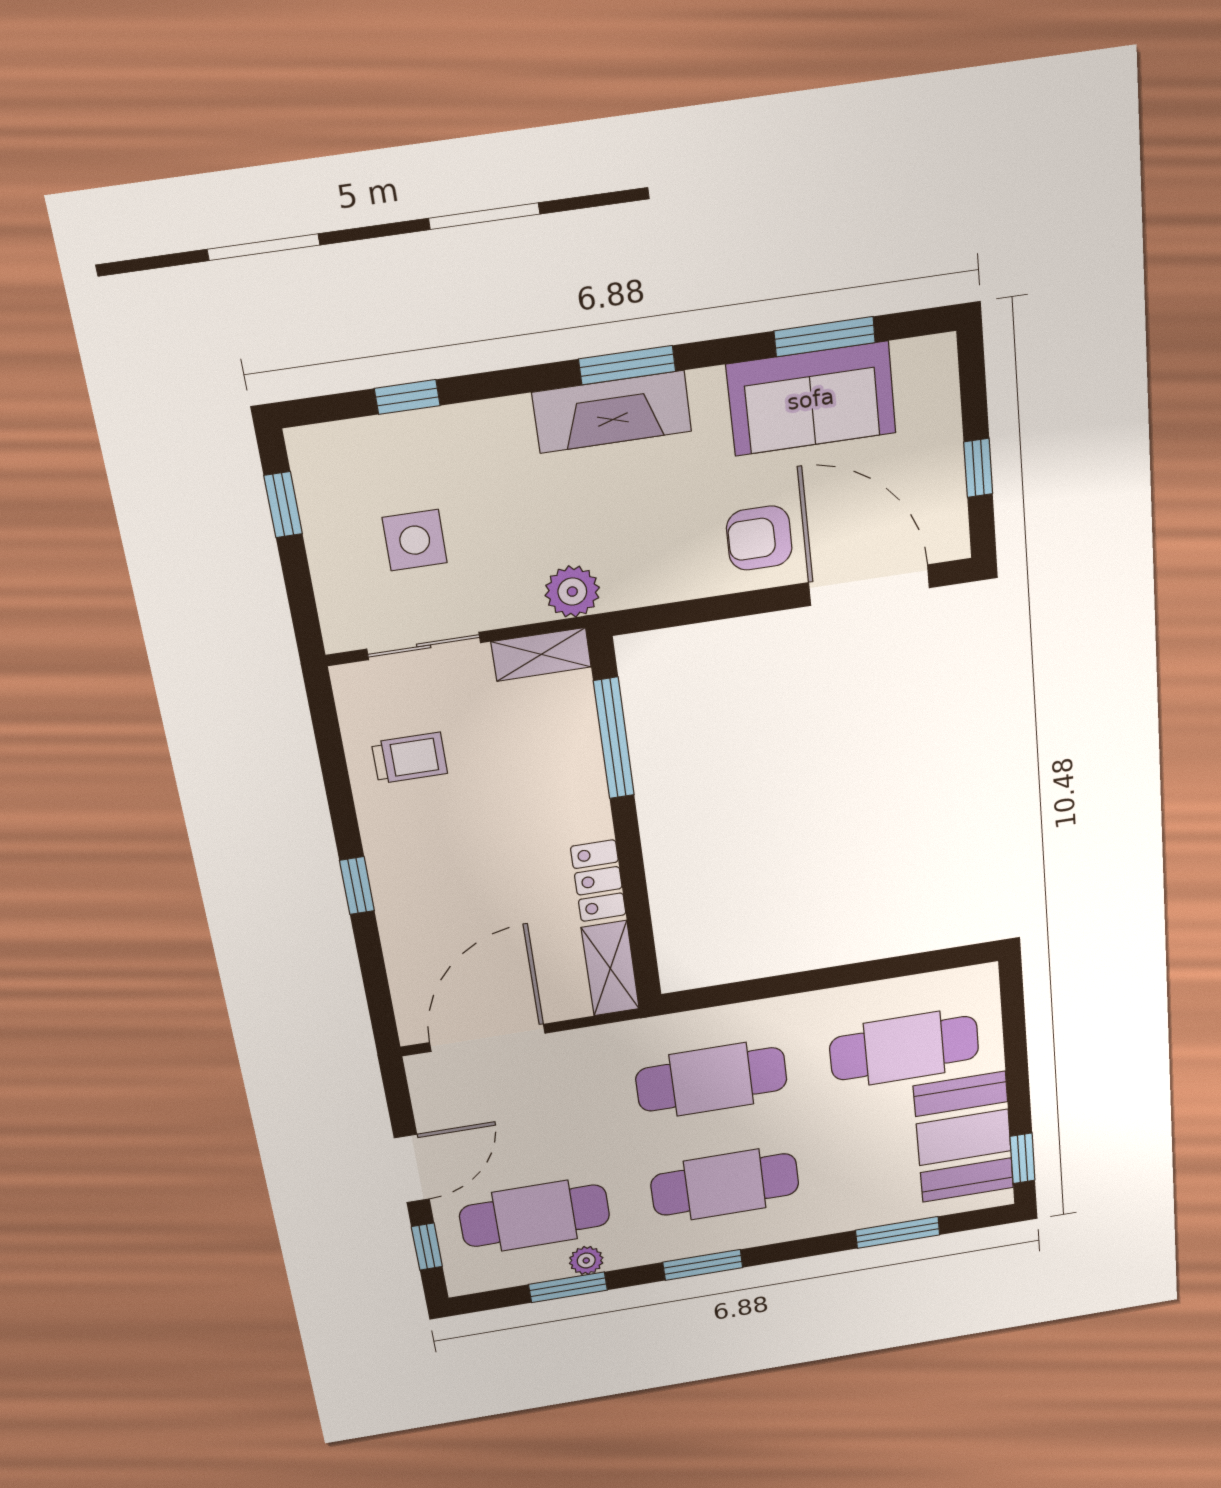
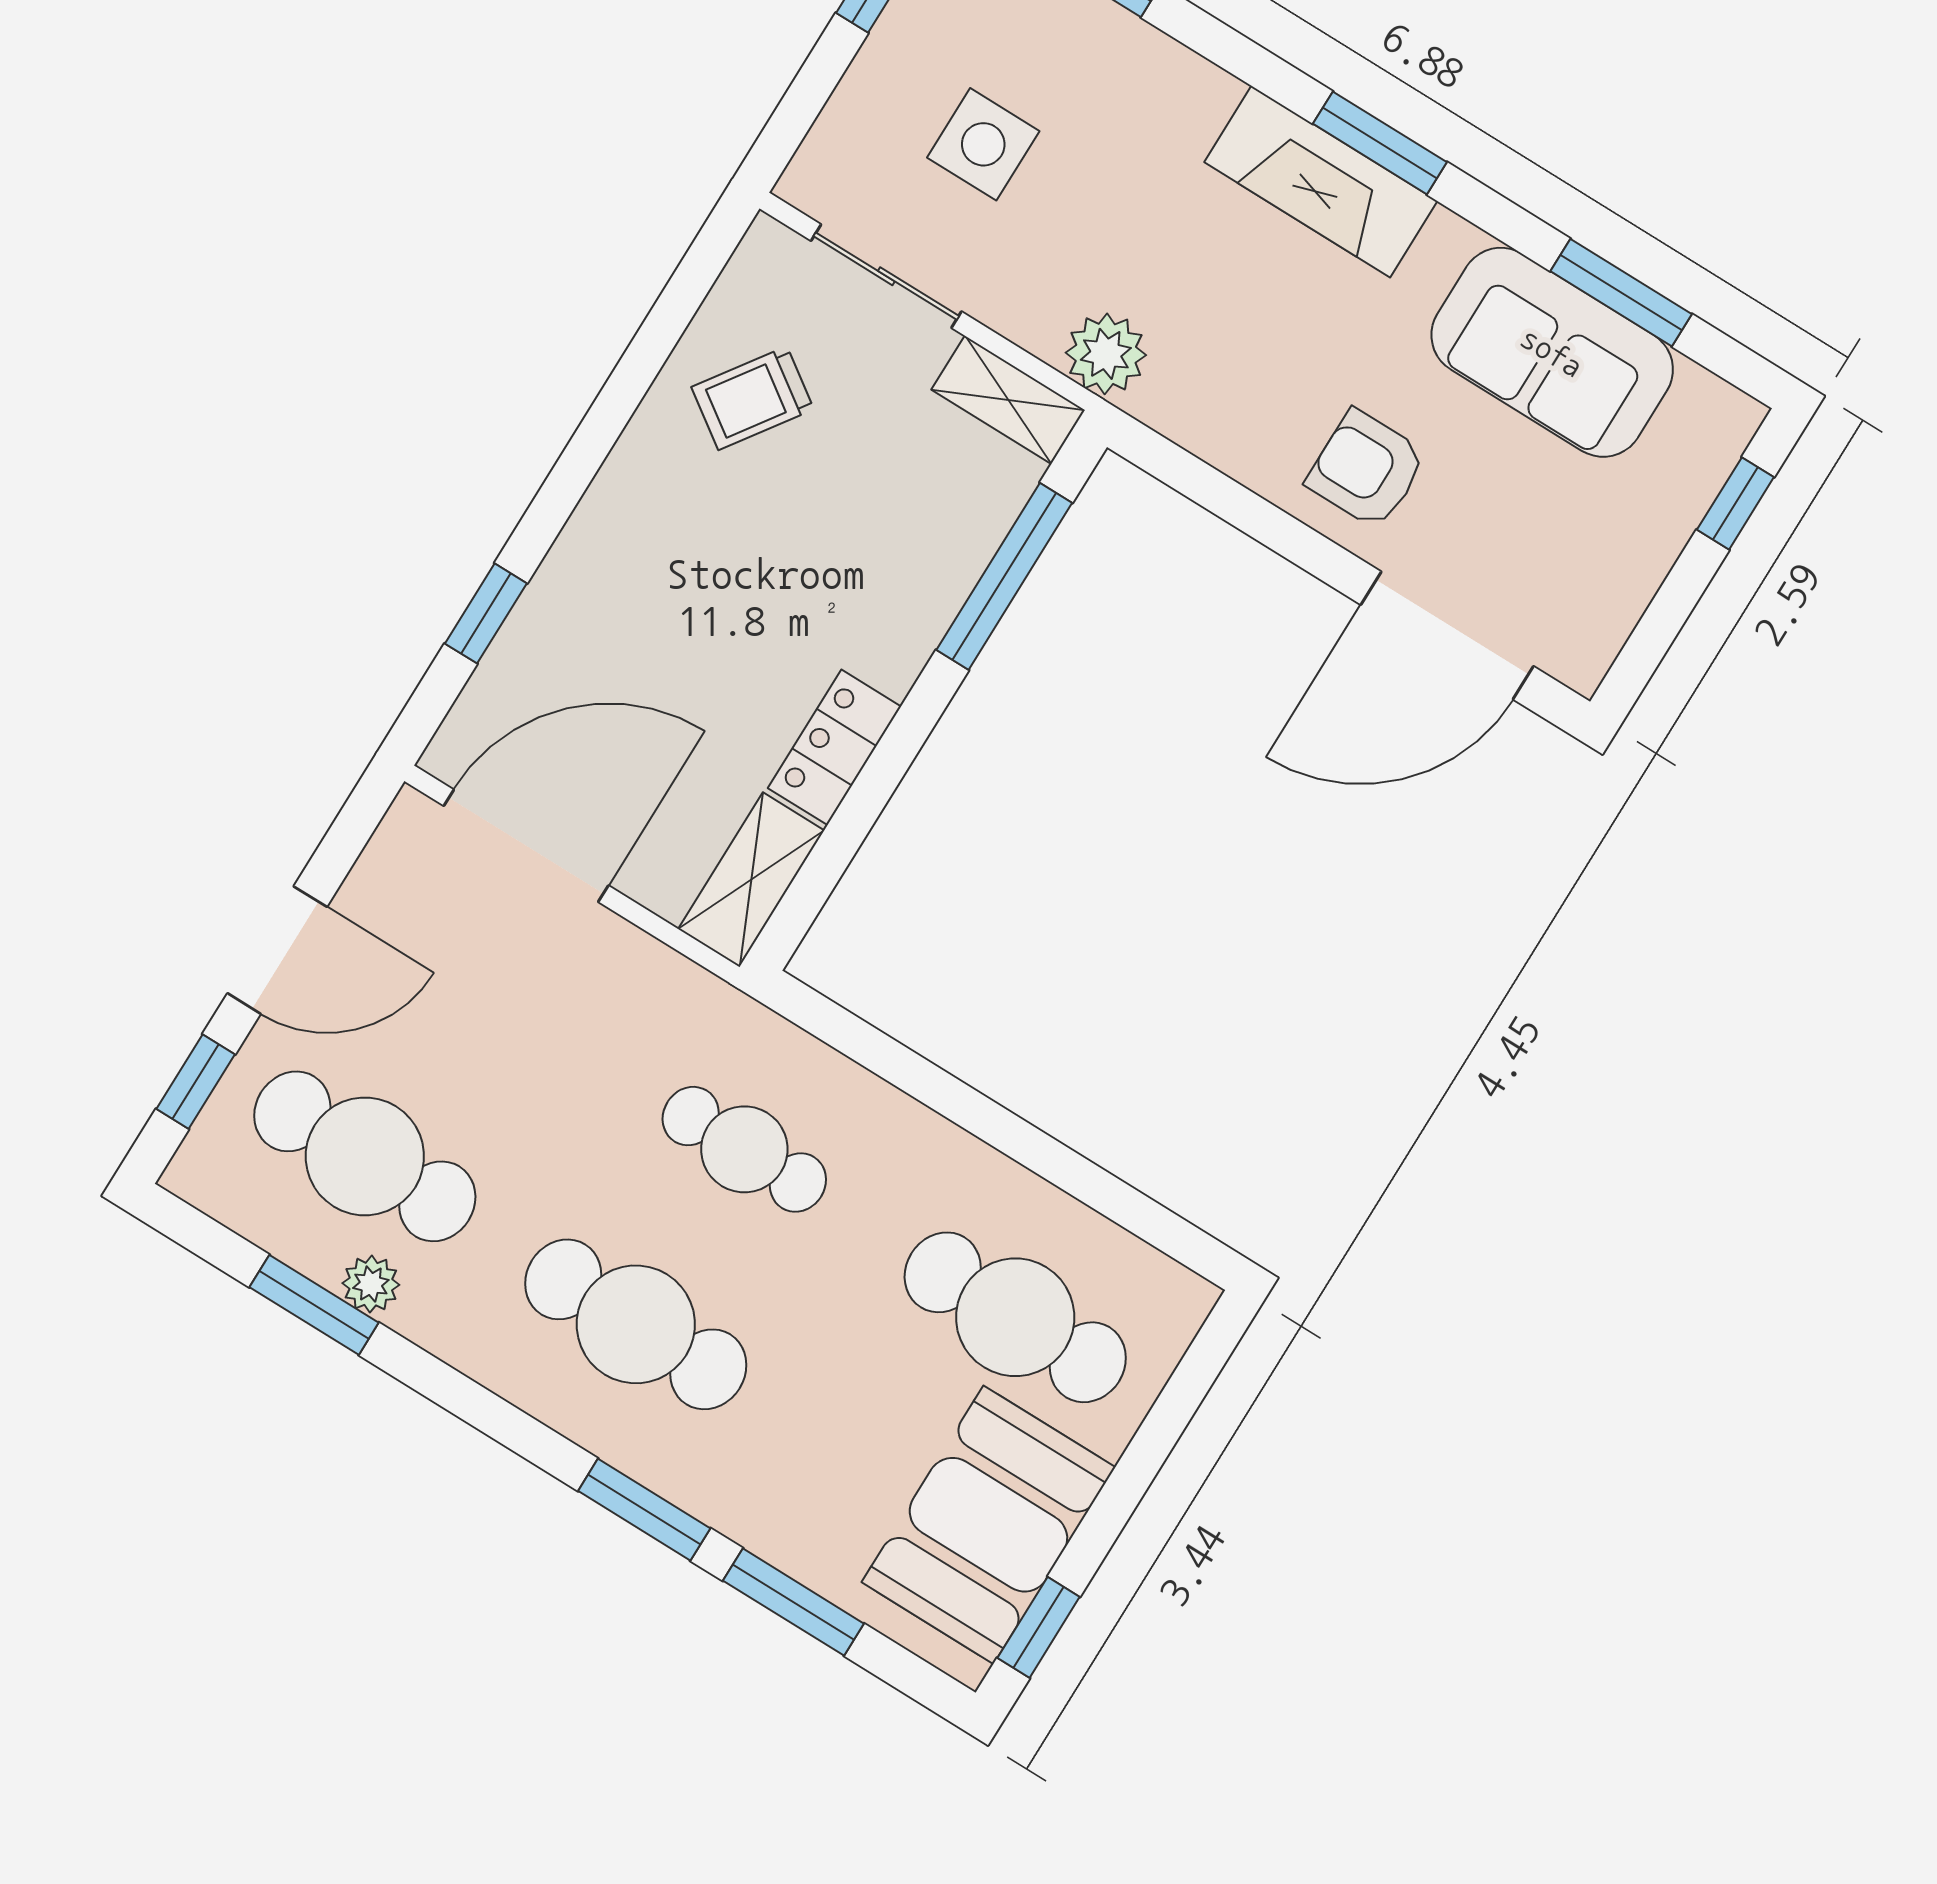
window: (978, 468) -> (1735, 503), moved
door: (869, 585) -> (1447, 635), swing flipped
trolley: (410, 758) -> (753, 398), turned 125
window: (357, 886) -> (486, 613), moved
cafe table: (711, 1079) -> (744, 1149), width x0.73, depth x0.74
window: (703, 1265) -> (644, 1510), moved

